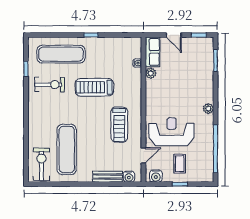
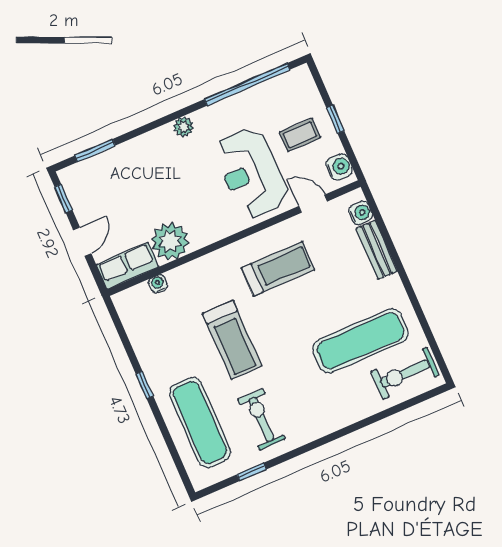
plant: (151, 73) -> (170, 241), width x1.87, depth x1.87

